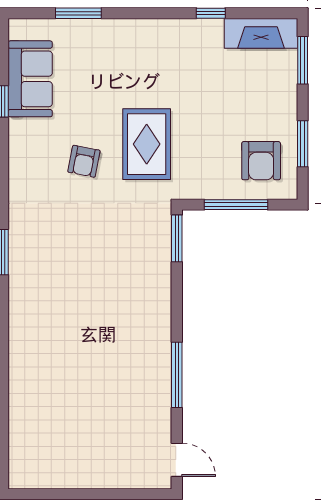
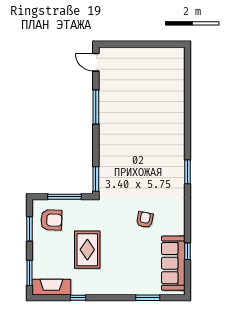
sofa: (30, 79) -> (173, 263), width x1.36
rug: (147, 144) -> (87, 250), moved
armchair: (261, 161) -> (51, 220), turned 92

